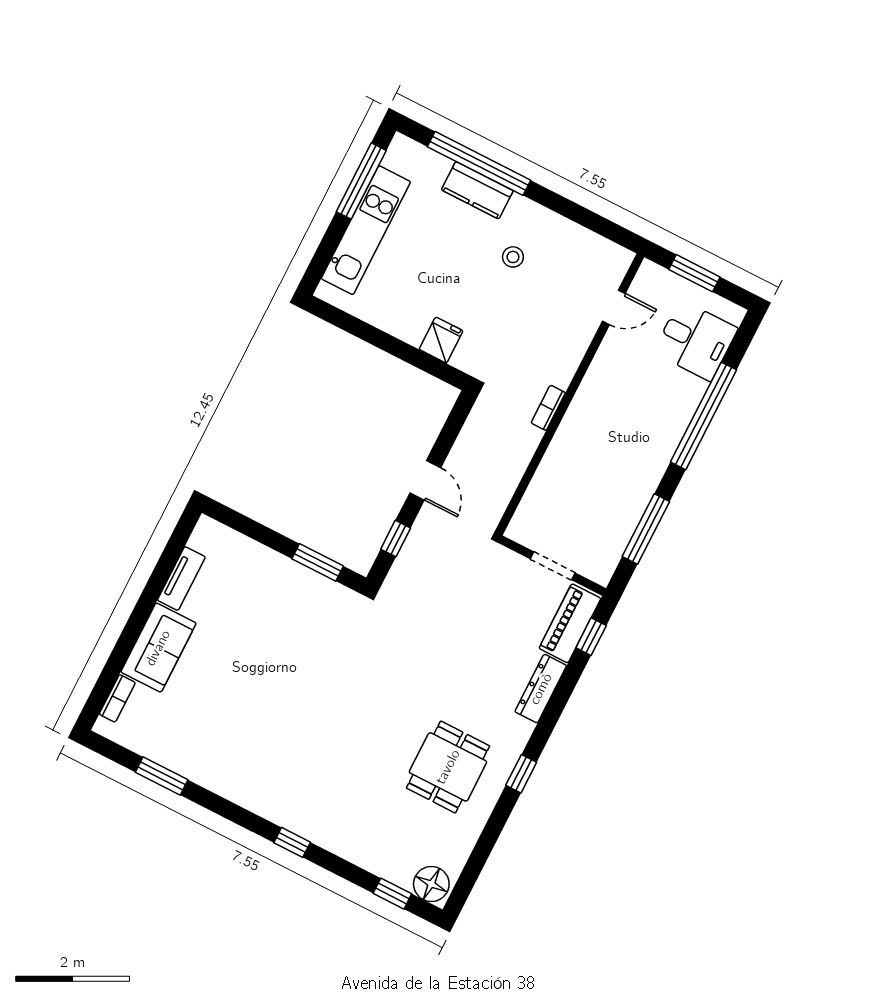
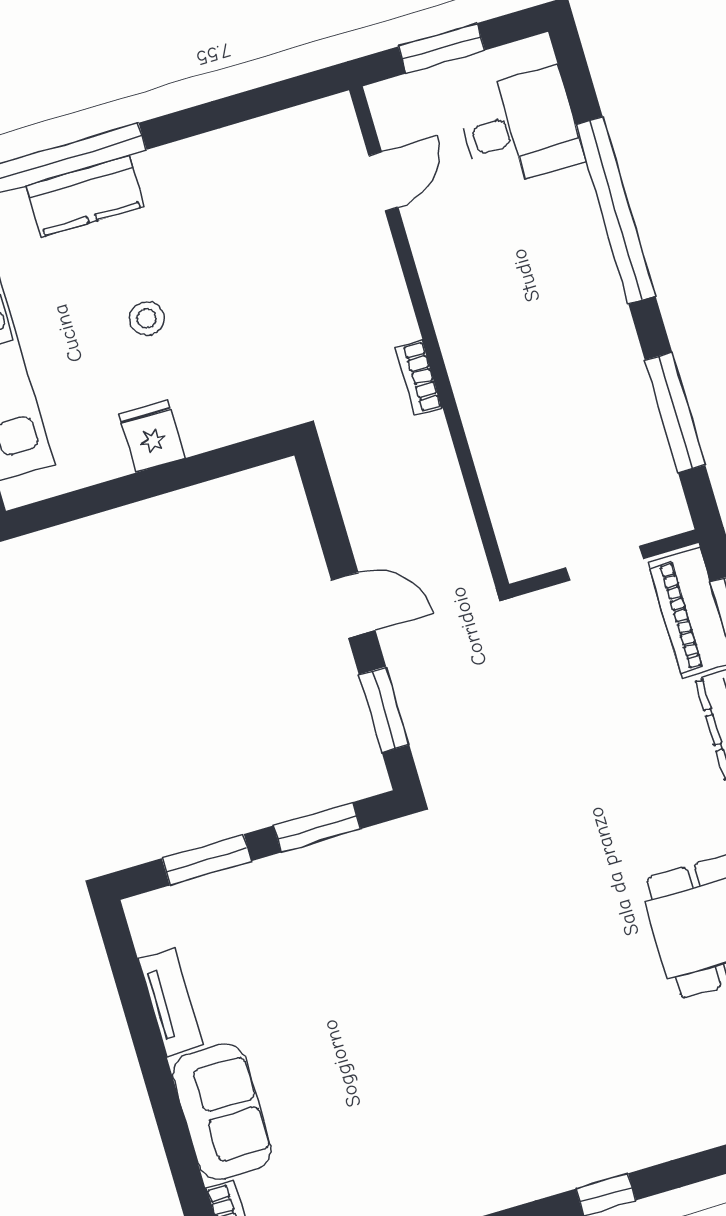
stool: (513, 257) -> (146, 318), moved
fridge: (441, 340) -> (152, 436), moved
window: (256, 531) -> (207, 860), added
window: (396, 539) -> (384, 710), width x1.50

